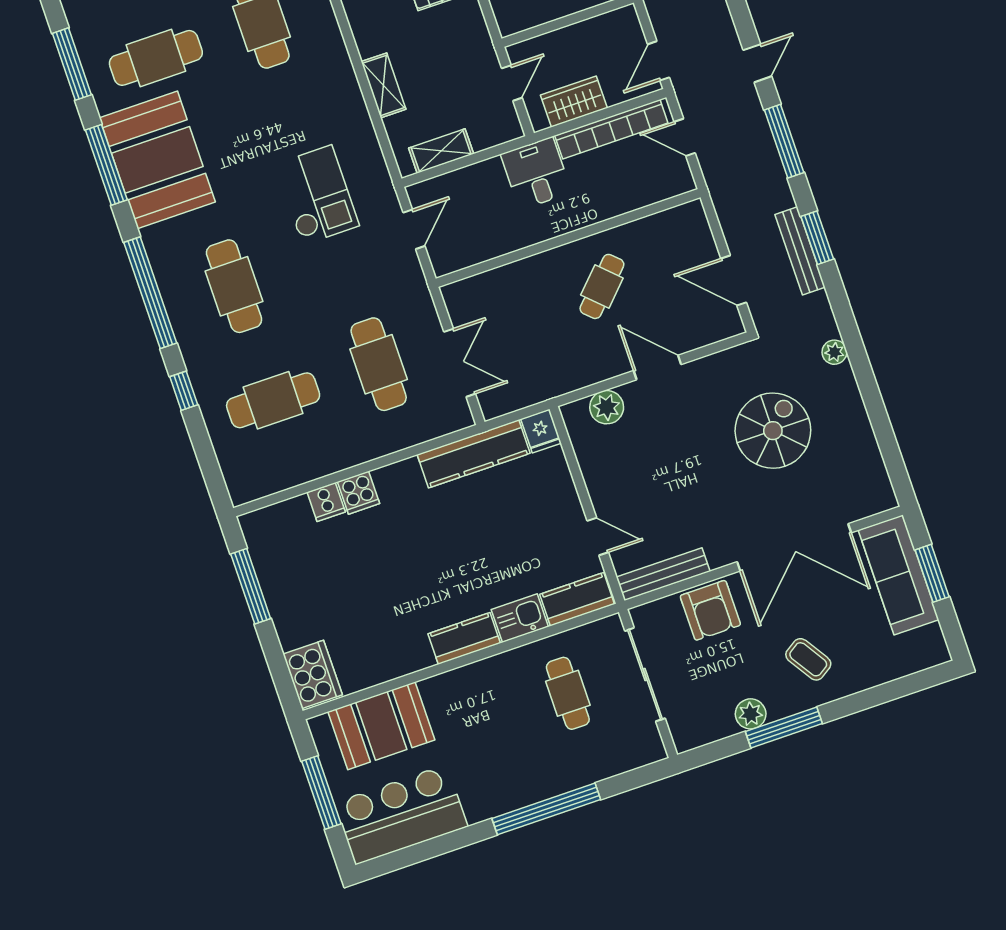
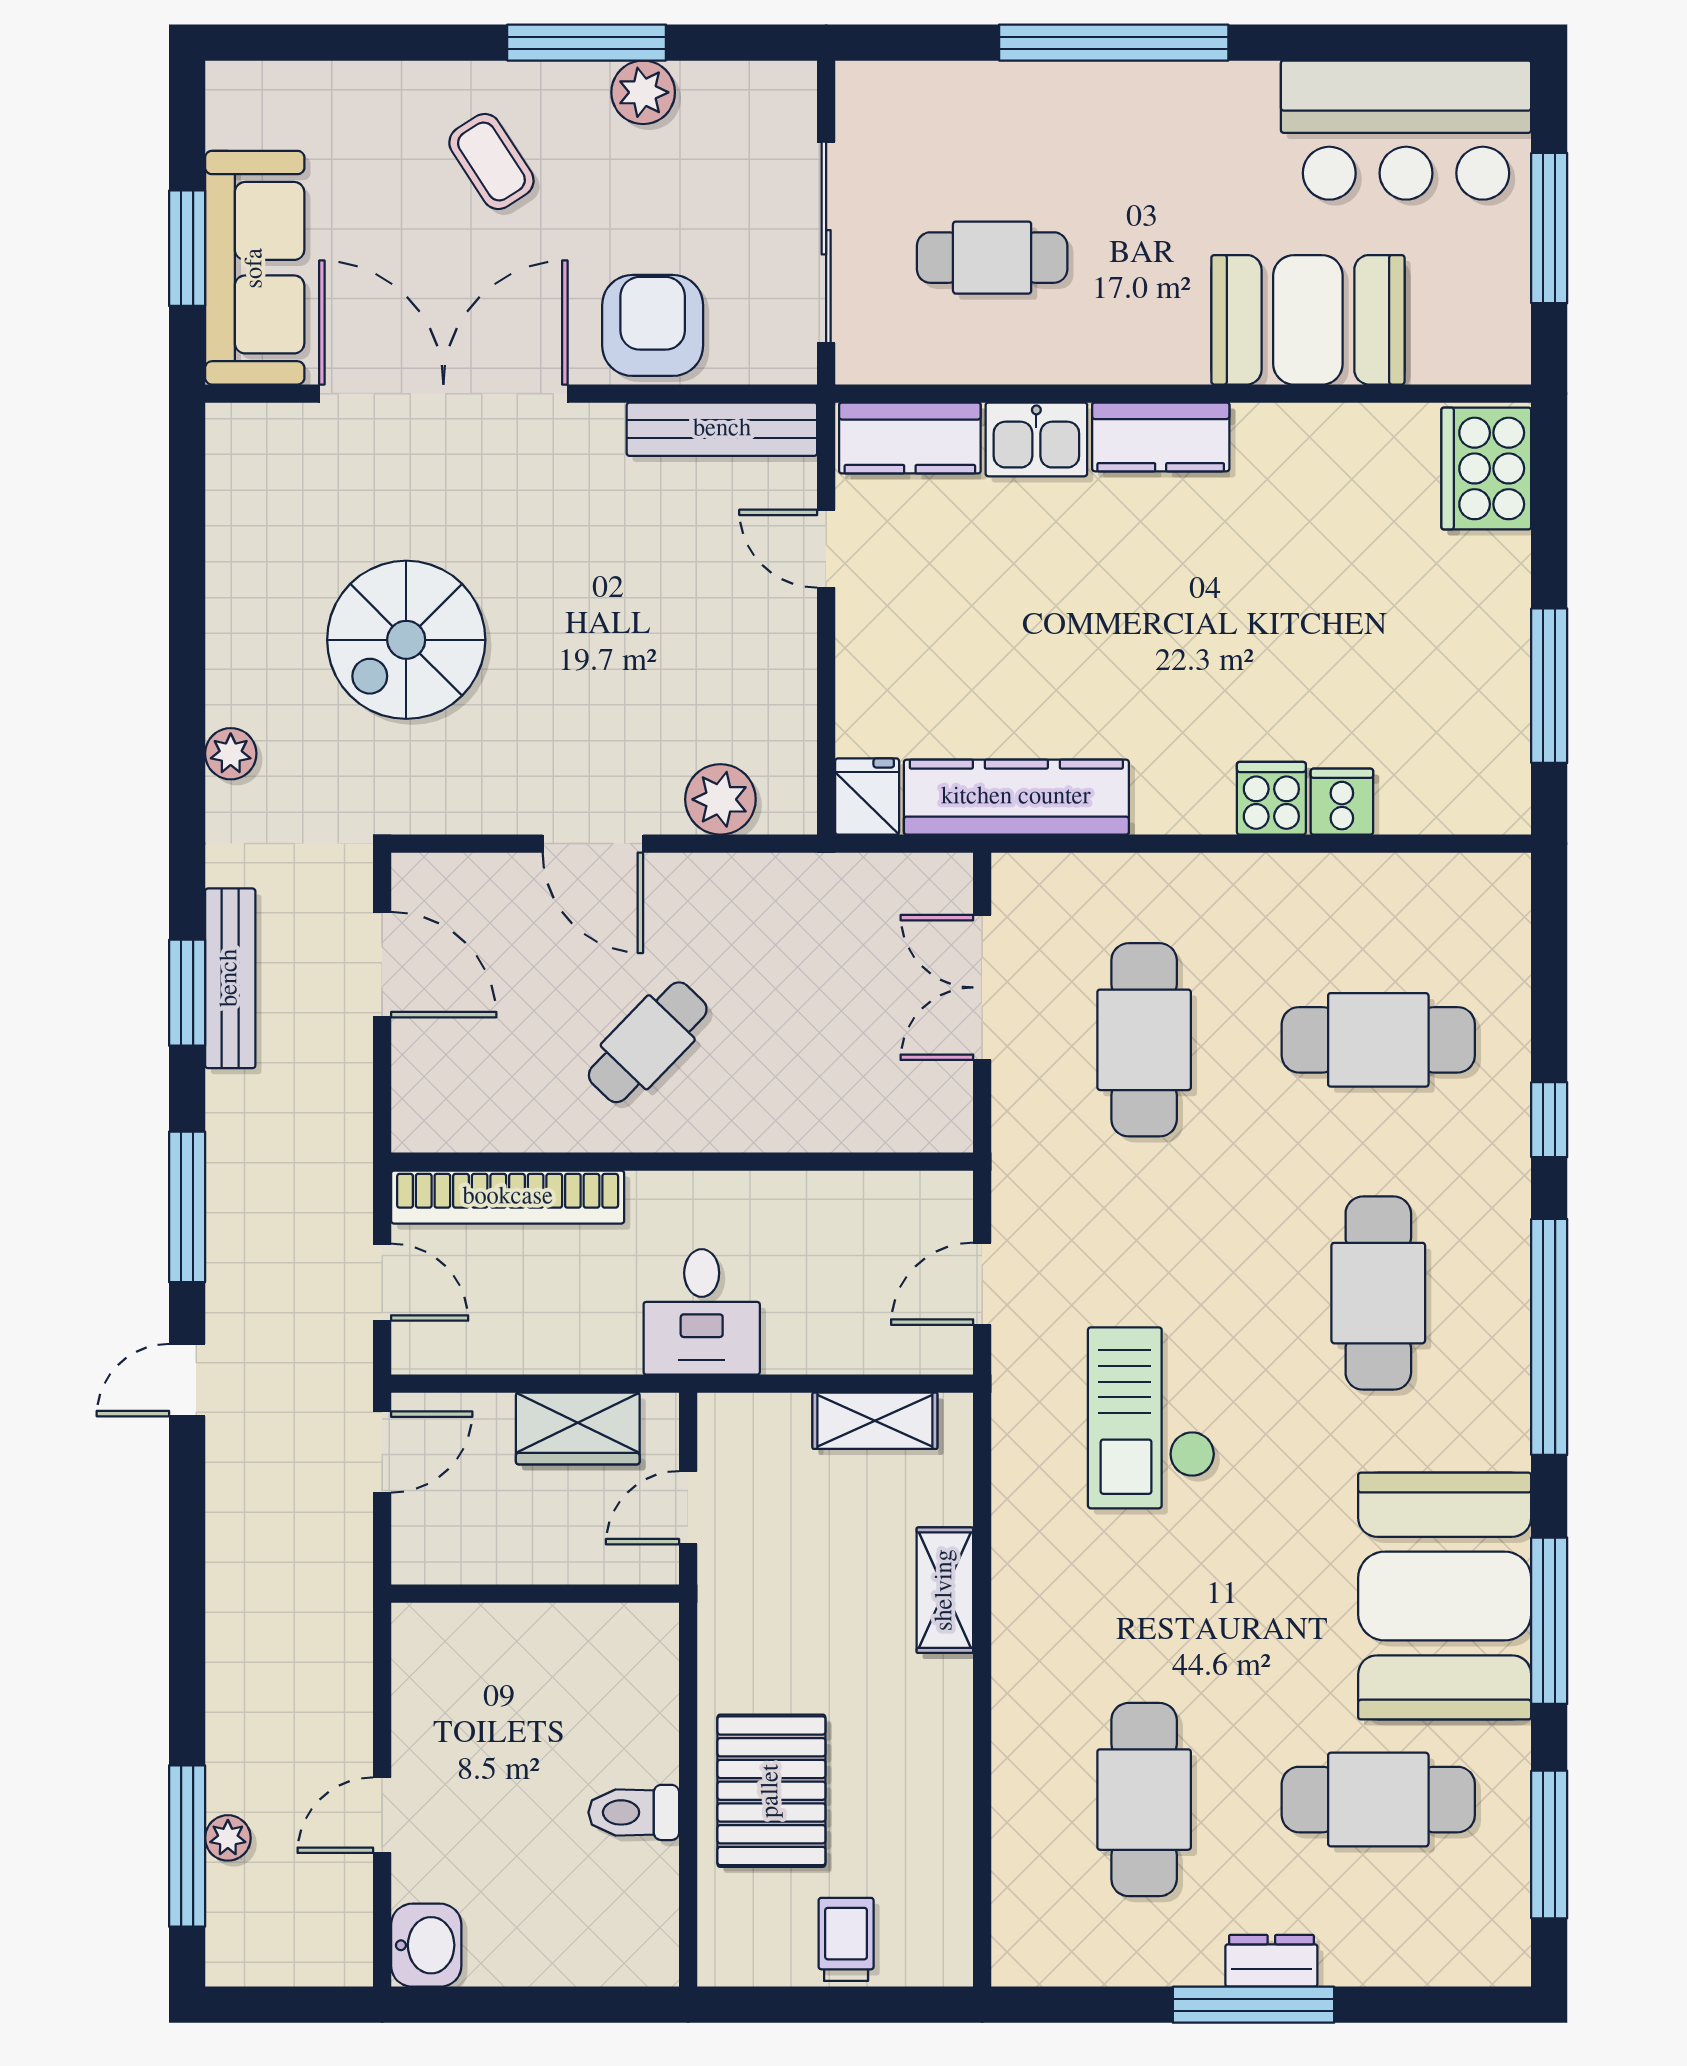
bookcase: (611, 129) -> (508, 1197), moved, turned 180
cafe table: (568, 693) -> (992, 258), turned 90
booth: (381, 726) -> (1308, 320), moved

